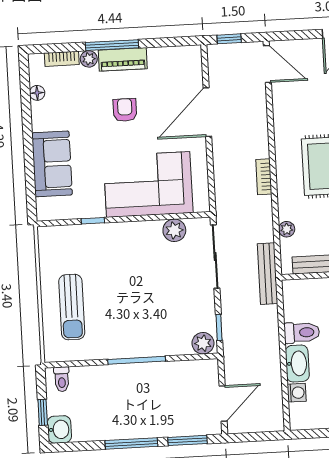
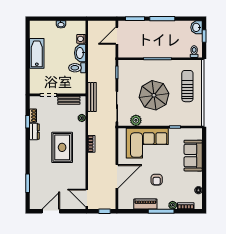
piano: (123, 59) -> (145, 204), moved
parasol: (140, 284) -> (154, 95), added
plant: (203, 343) -> (125, 65), removed

